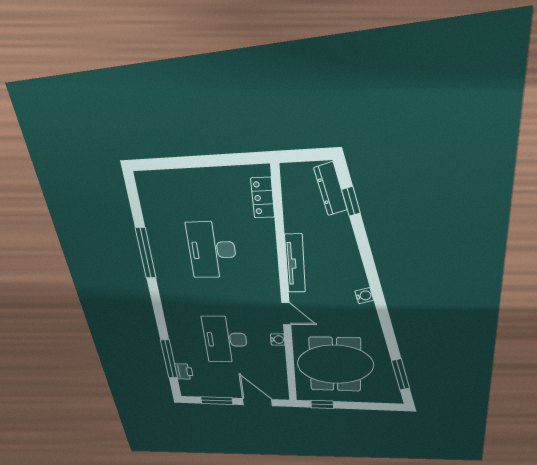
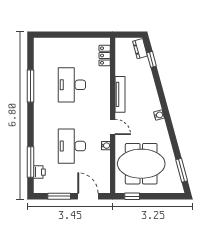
dresser: (331, 189) -> (140, 49), width x0.70

